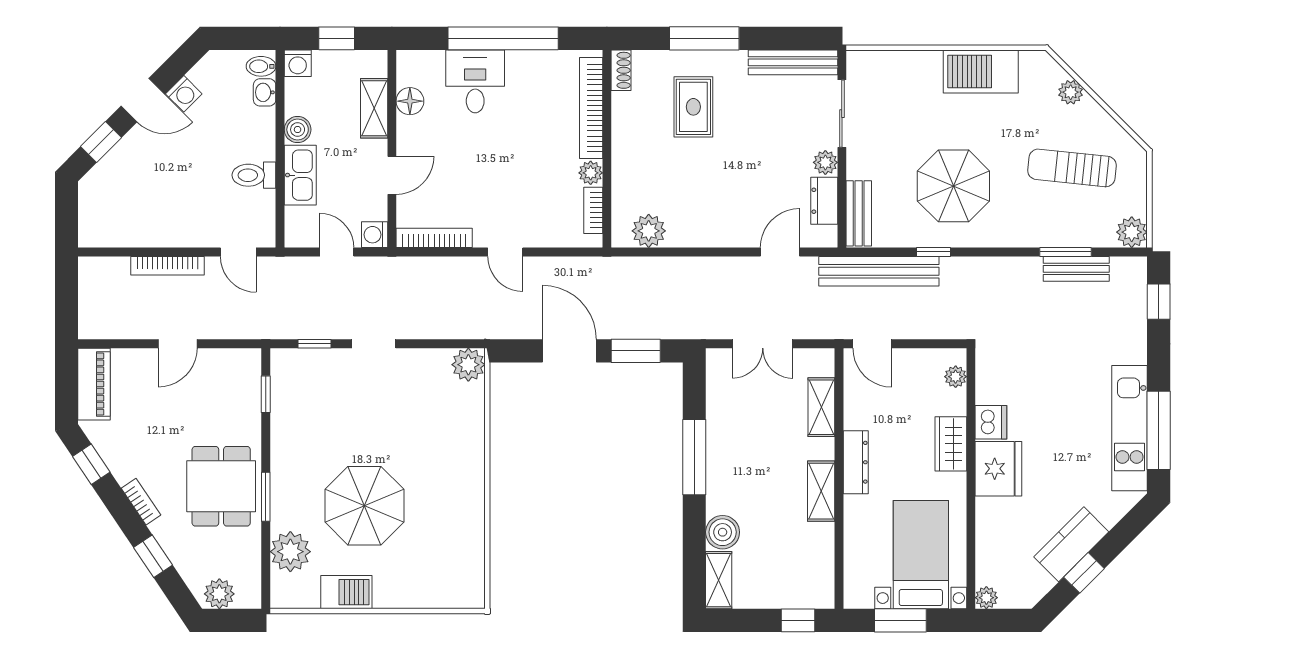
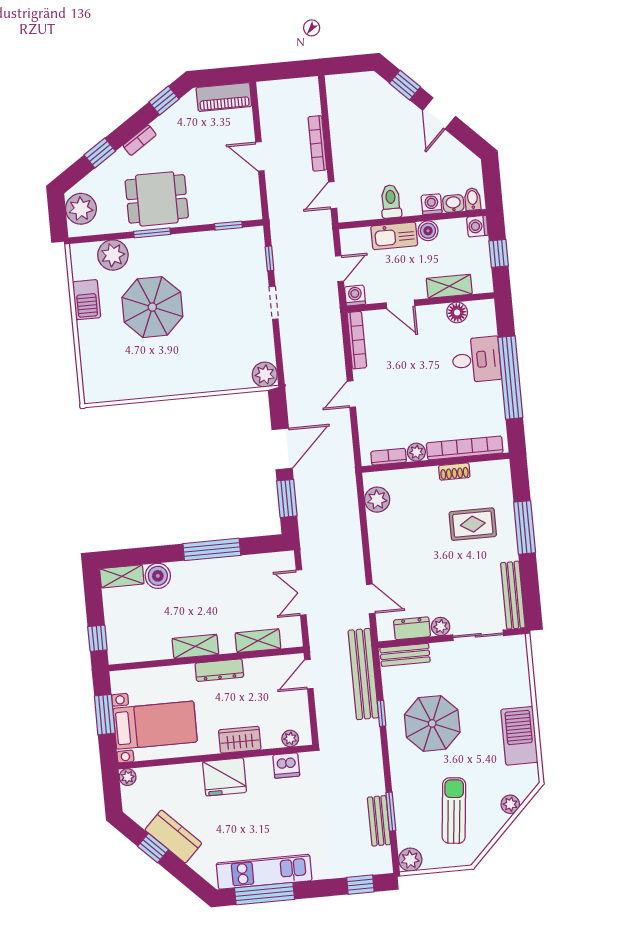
shoe rack: (621, 70) -> (454, 471), moved
washing machine: (184, 94) -> (432, 204), moved, turned 135
dishwasher: (991, 422) -> (286, 765), moved
plant: (219, 594) -> (81, 209), width x1.36, depth x1.36

